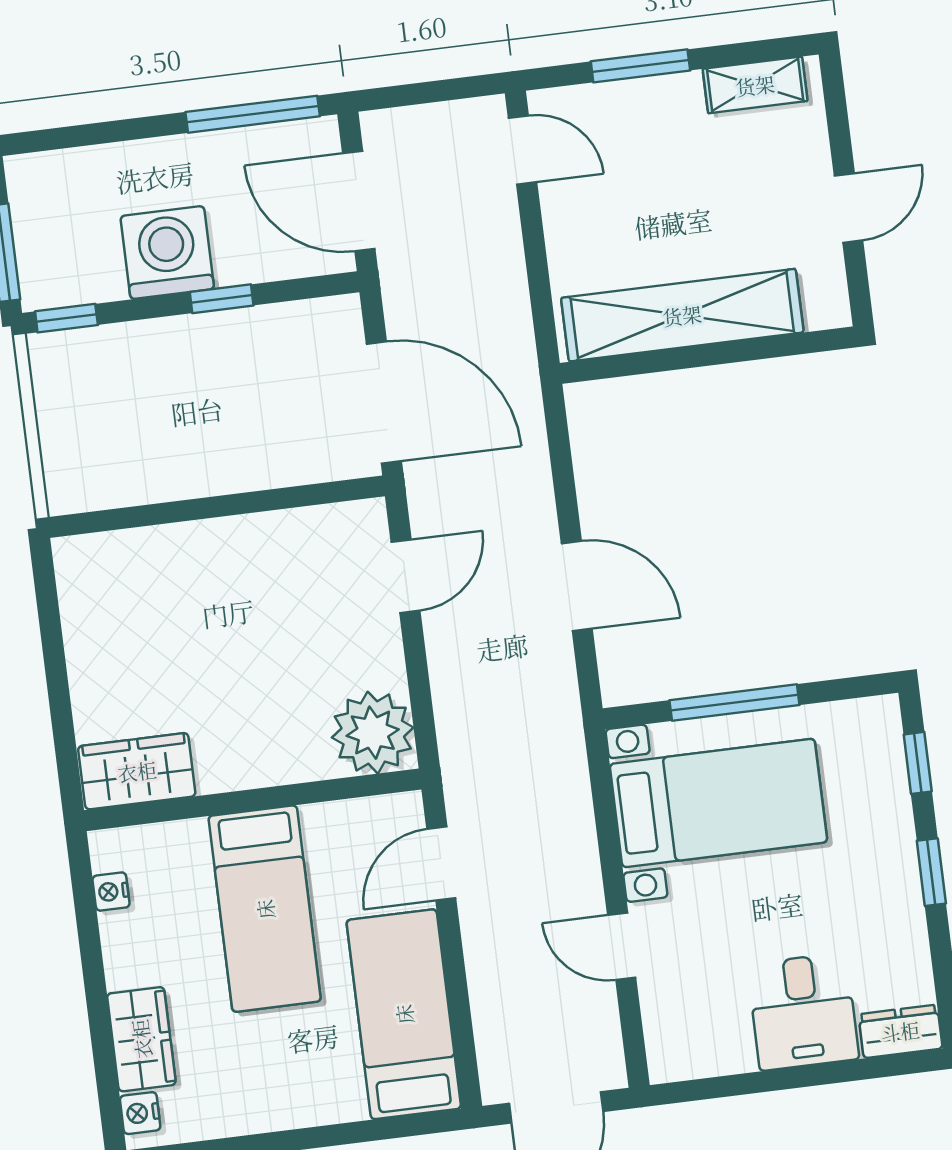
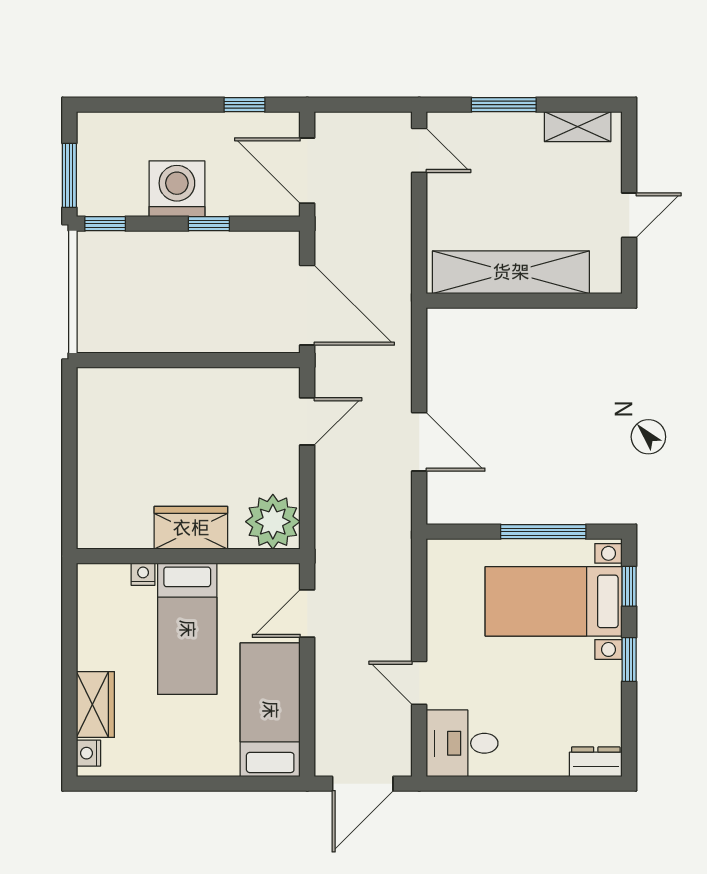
window: (253, 114) -> (244, 105), width x0.46
window: (734, 703) -> (543, 532), moved
wardrobe: (137, 771) -> (191, 528), moved
bed with nightstands: (718, 803) -> (554, 601), moved, turned 180
nightstand: (111, 892) -> (143, 574), moved, turned 90
desk: (803, 1012) -> (462, 743), moved, turned 90

